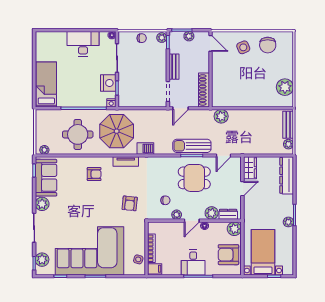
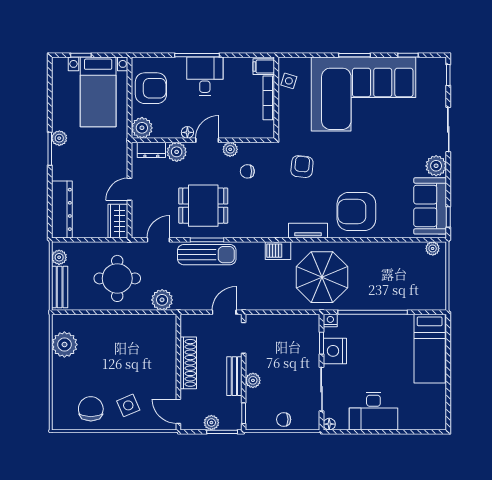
plant: (162, 38) -> (253, 380), moved
shoe rack: (204, 90) -> (188, 363), moved
round table: (78, 134) -> (117, 278), moved
armchair: (94, 174) -> (356, 212), width x1.88, depth x1.88
plant: (42, 260) -> (436, 81), removed

